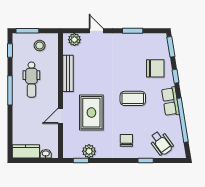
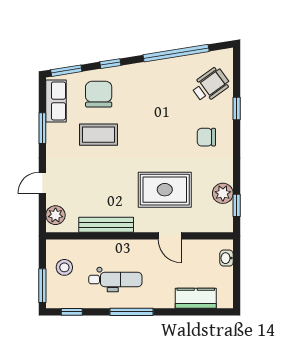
coffee table: (133, 98) -> (98, 135), moved, turned 90
row of seats: (170, 101) -> (56, 101), moved, turned -81
kitchen counter: (26, 151) -> (196, 298), moved, turned 90

